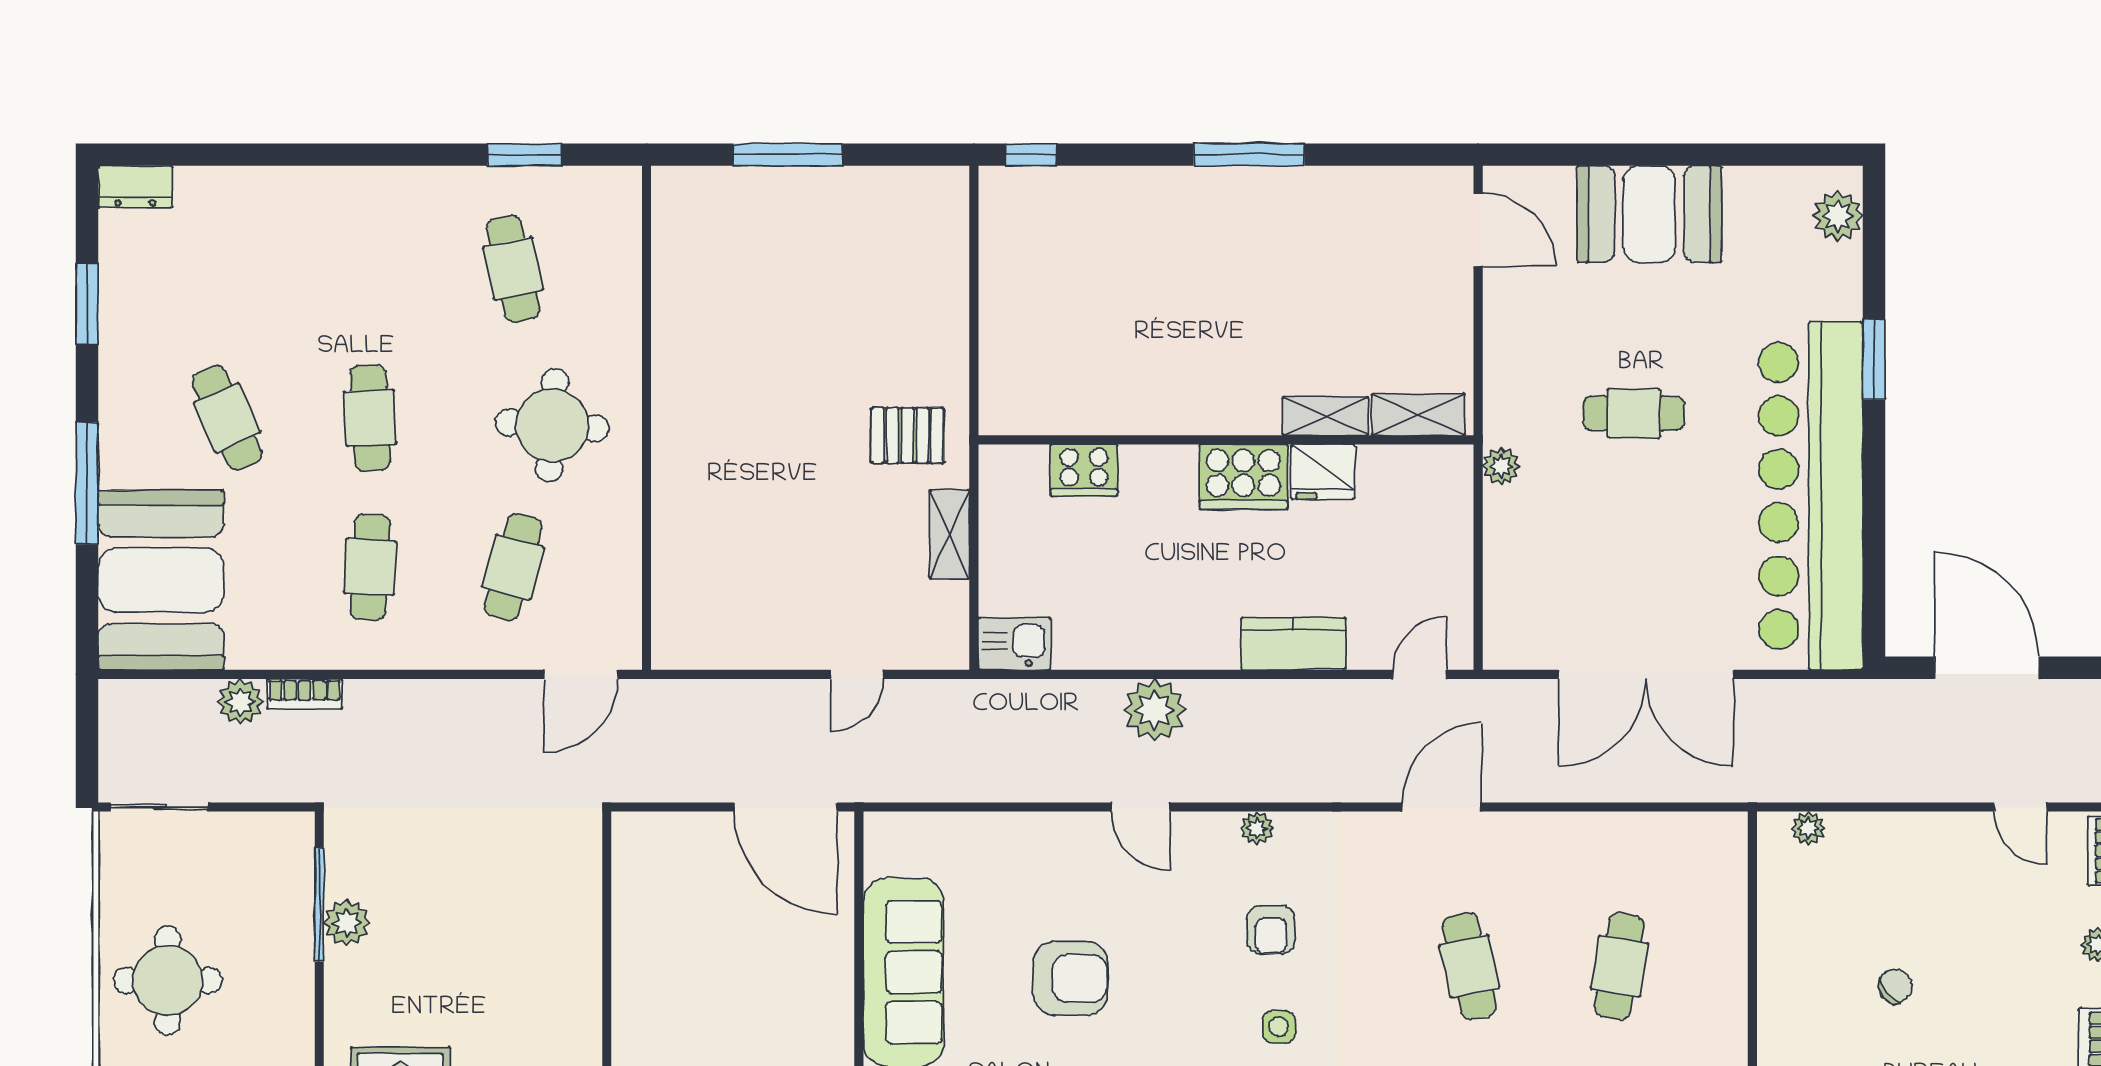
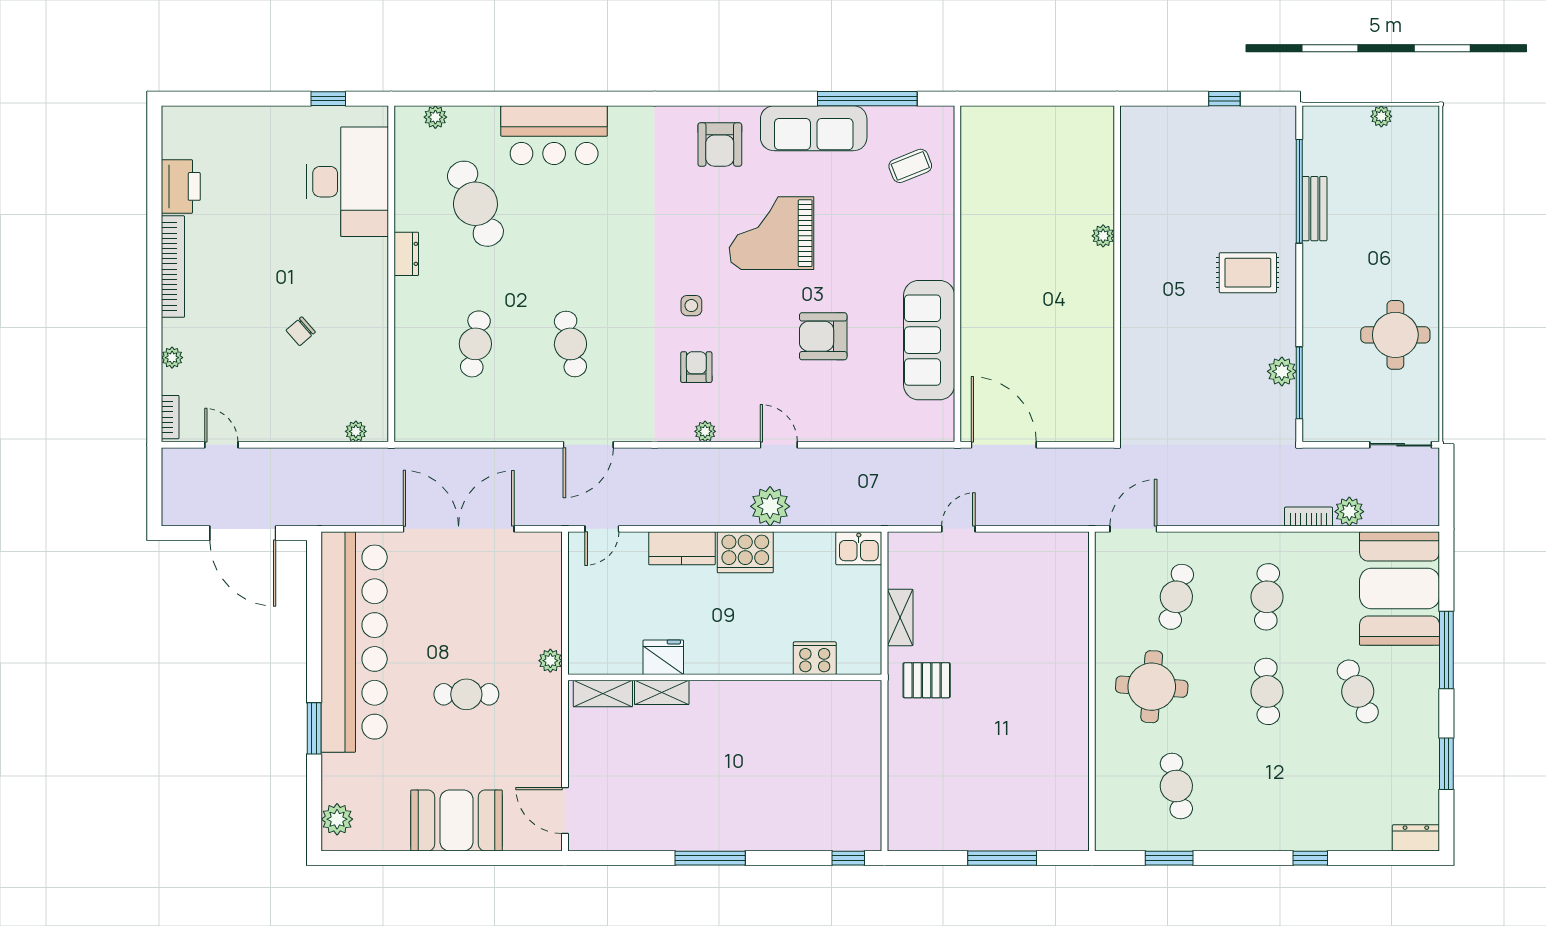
window: (302, 155) -> (1310, 858), added
cooker: (1243, 477) -> (745, 552), moved, turned 180

